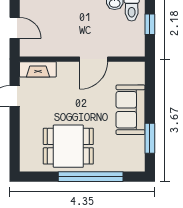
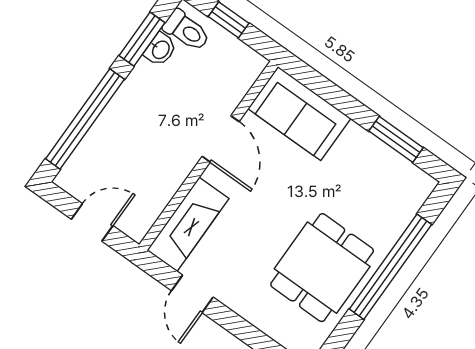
fireplace: (38, 69) -> (188, 224), width x1.37, depth x1.32
sofa: (131, 110) -> (299, 114), moved

